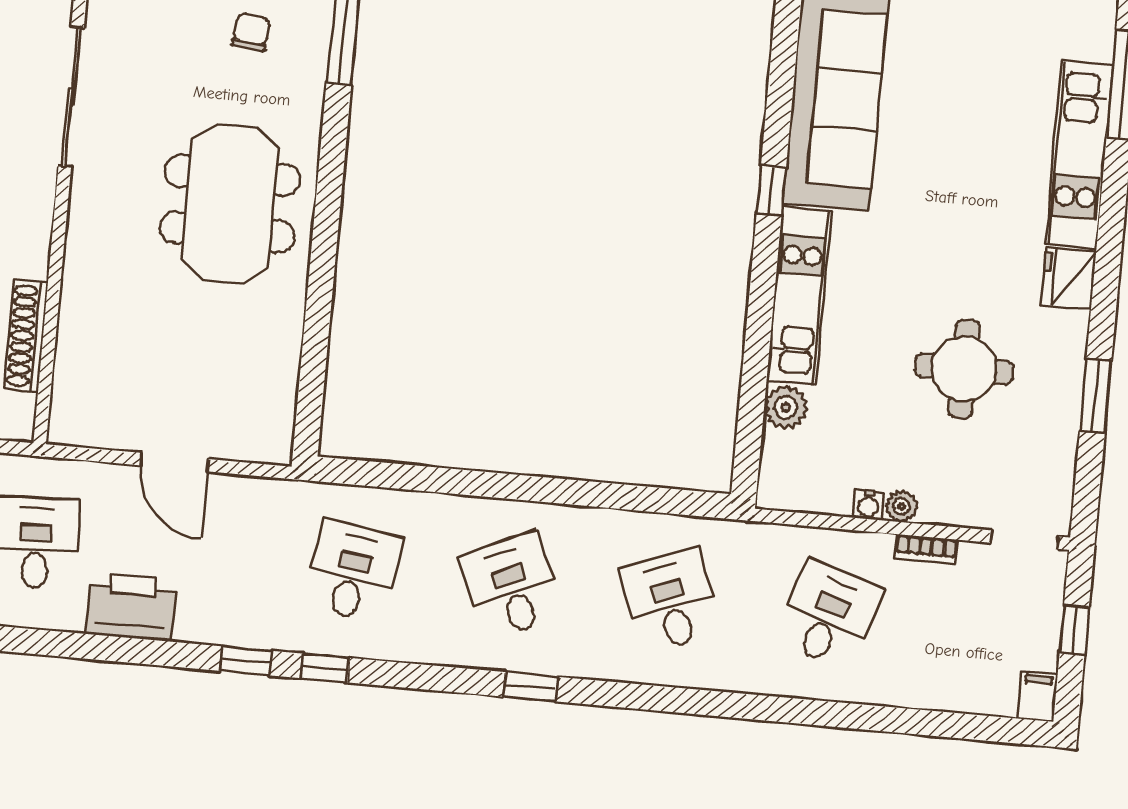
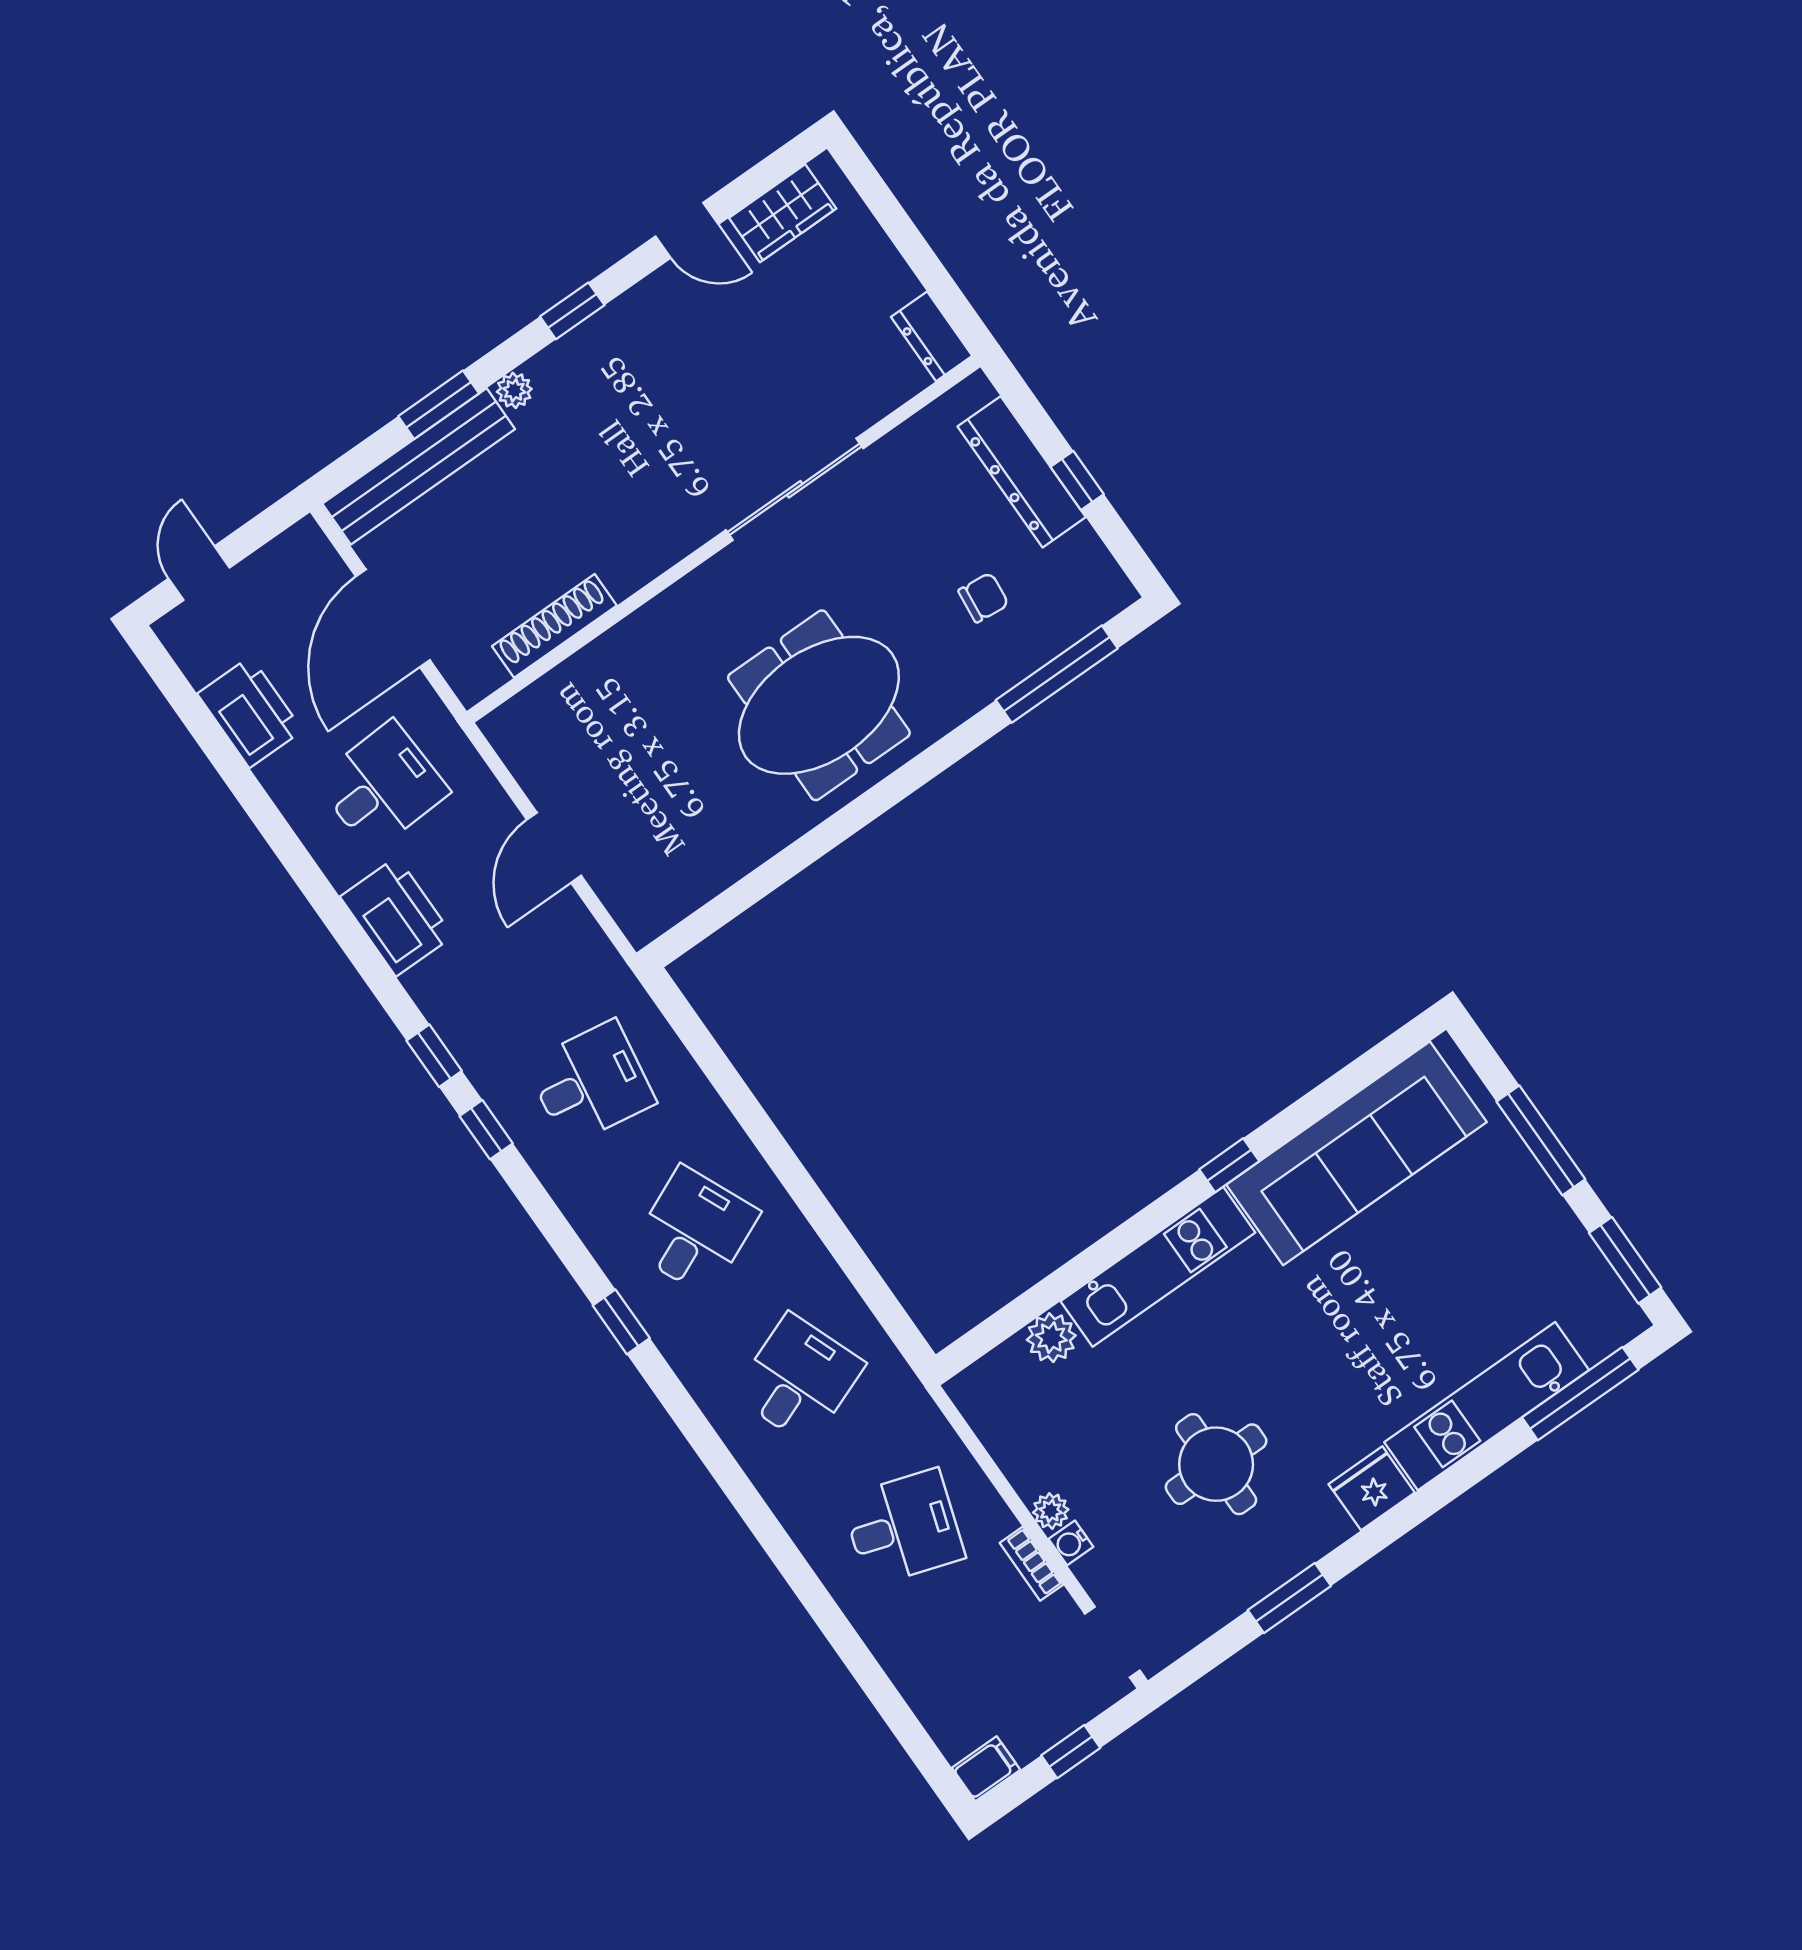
water cooler: (868, 505) -> (1071, 1543), moved

